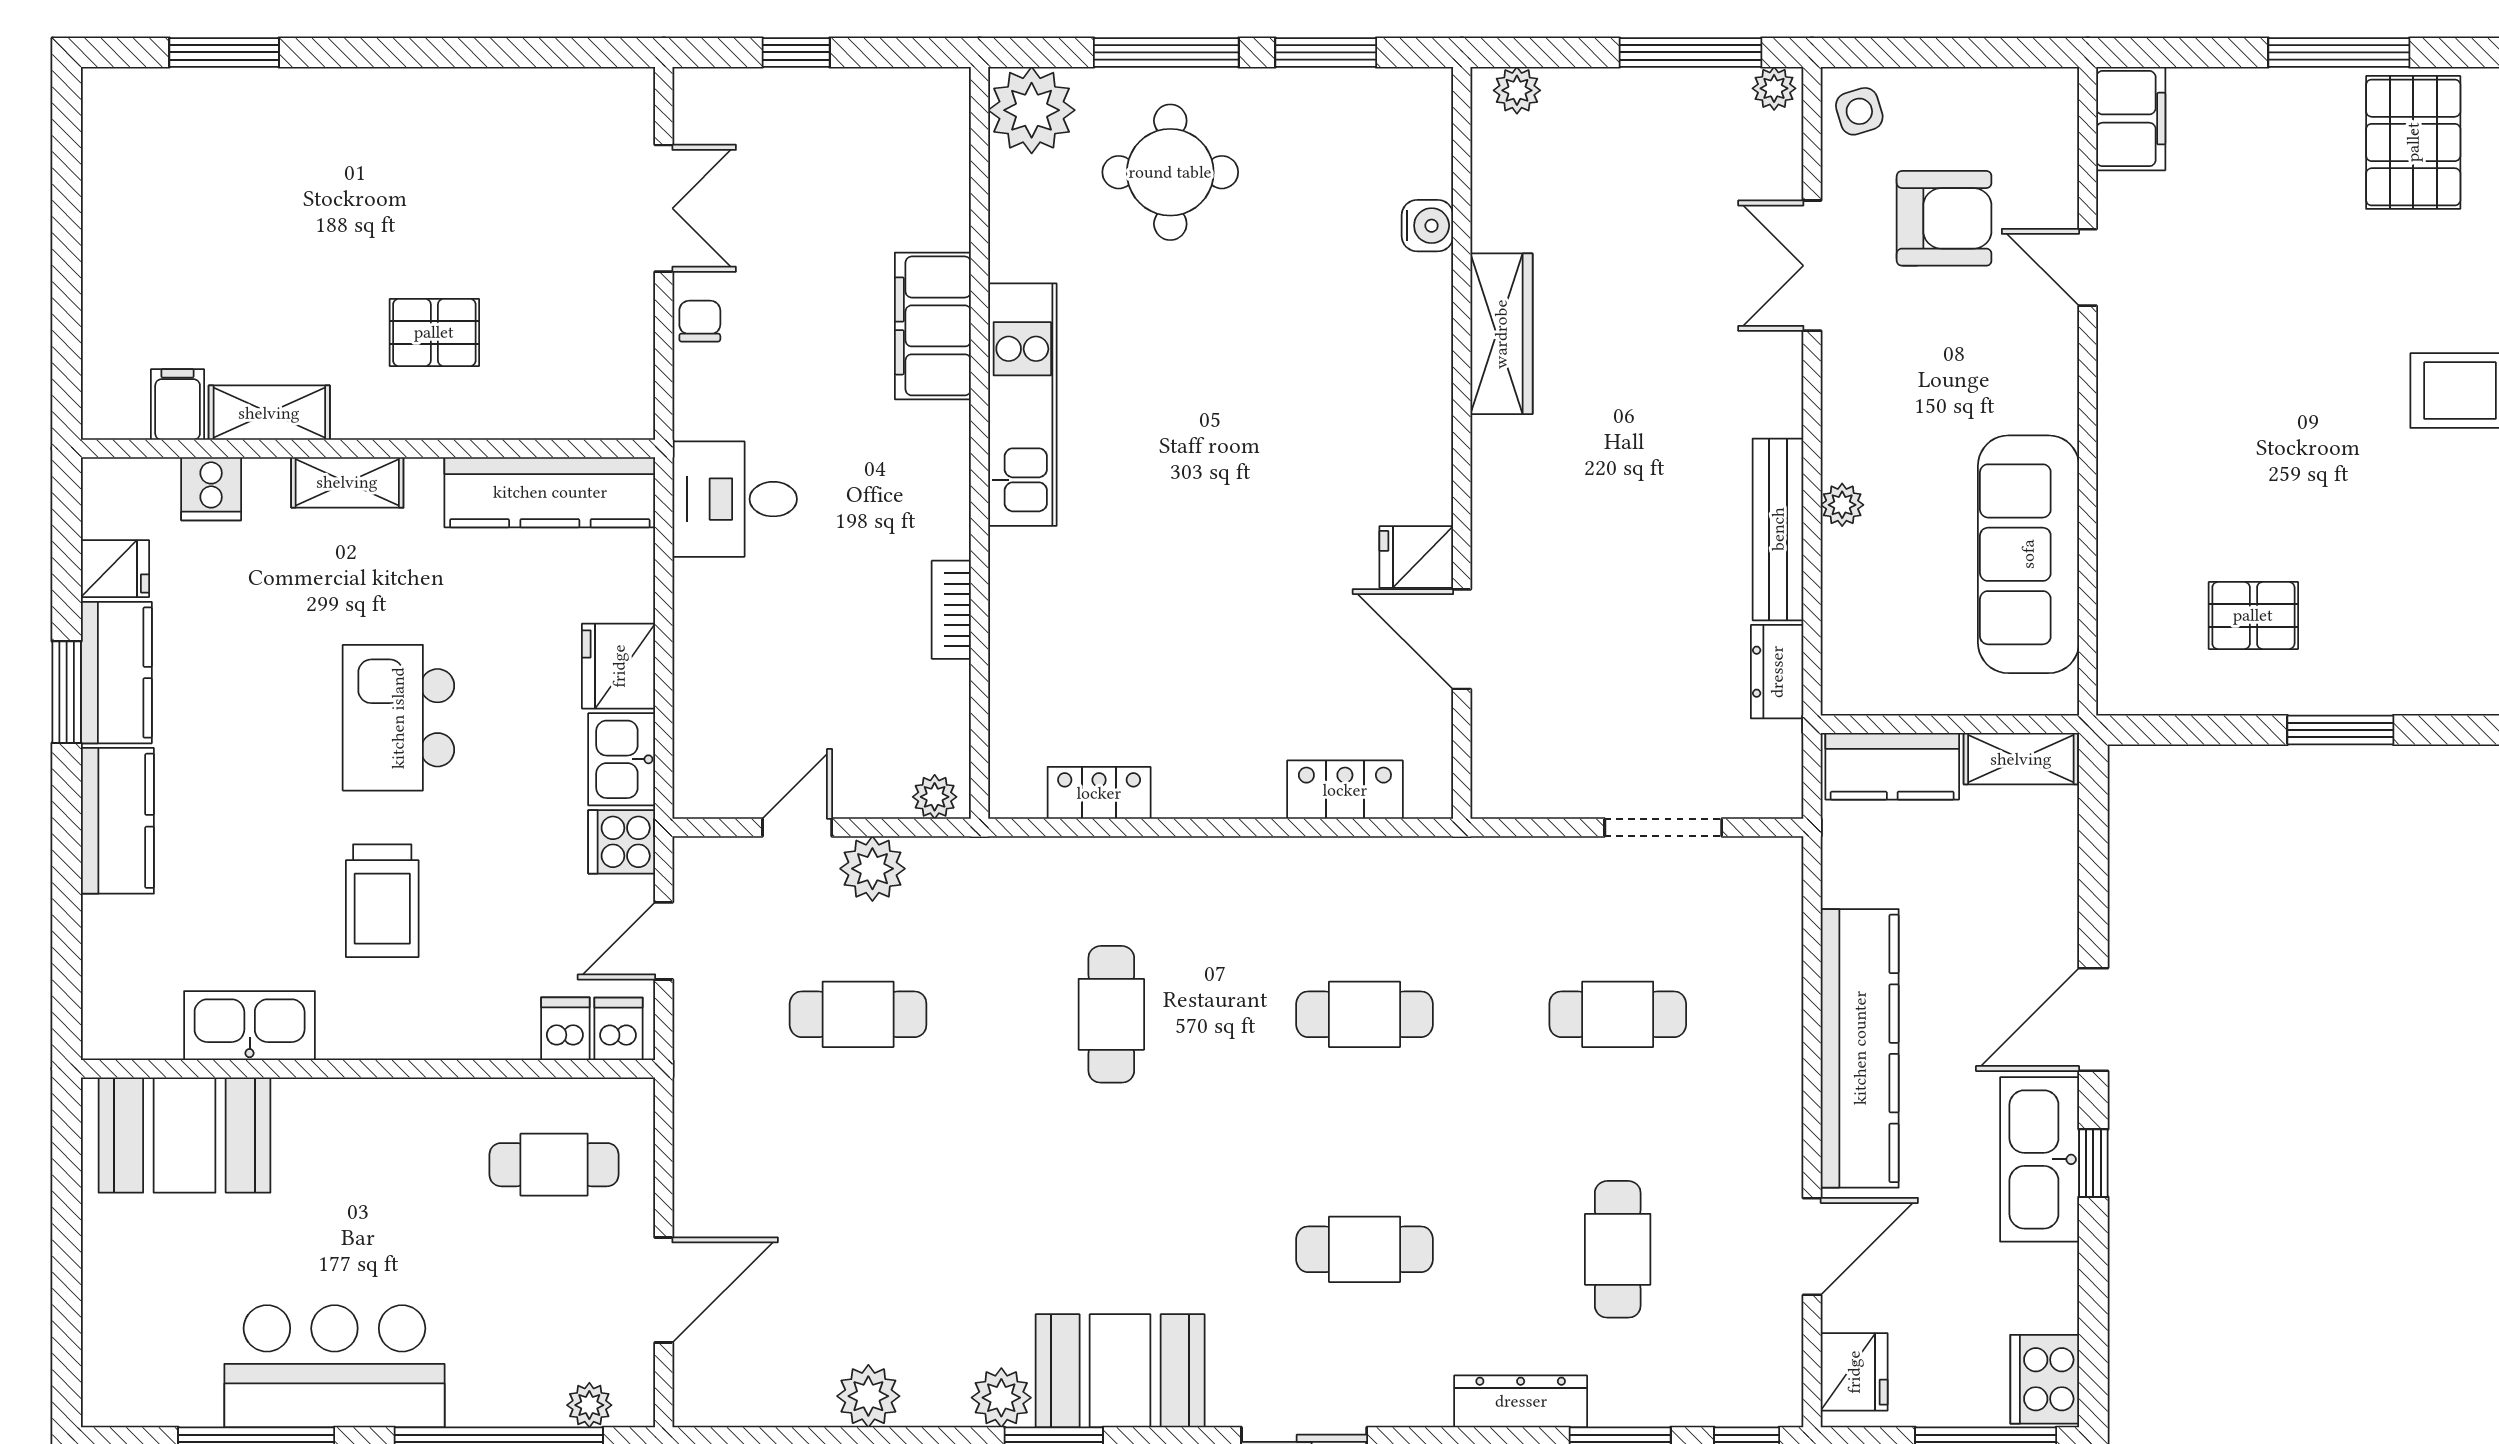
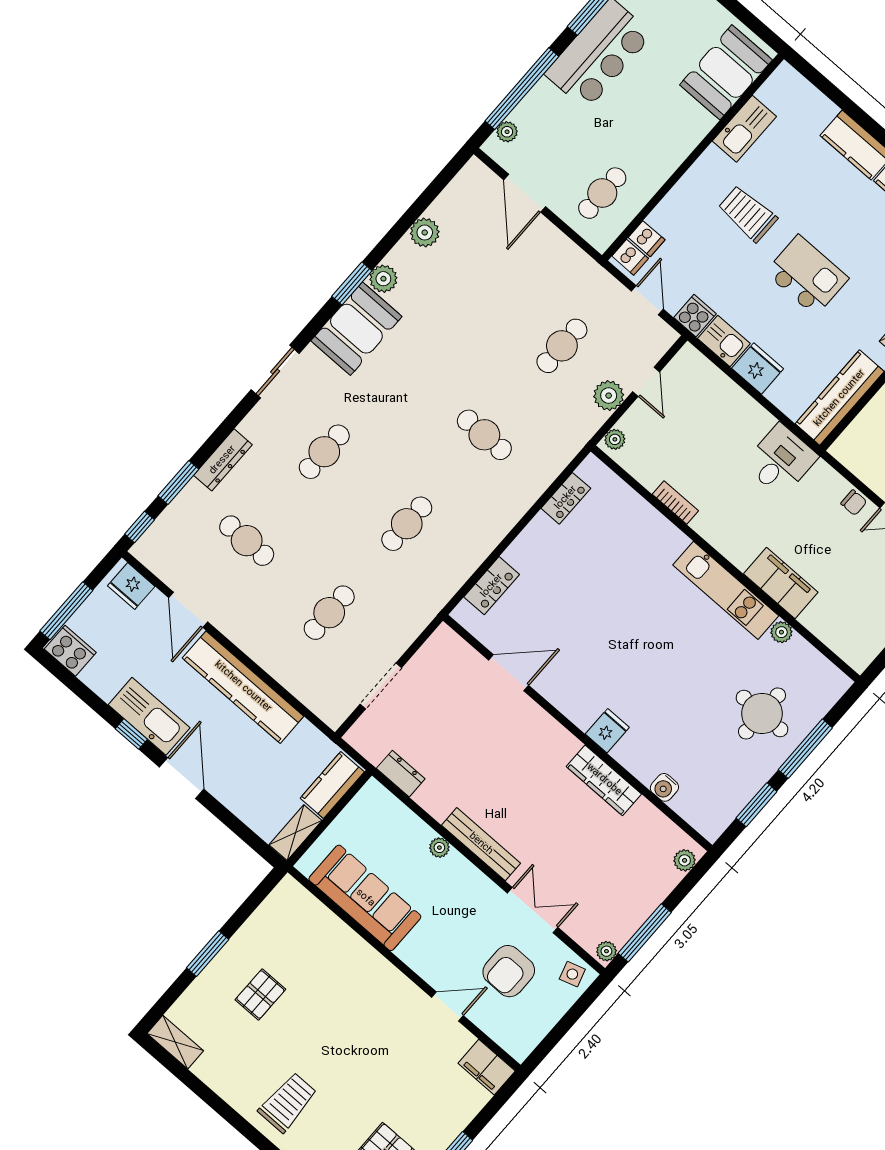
plant: (1032, 110) -> (781, 632), moved, width x0.53, depth x0.53
bench: (1778, 529) -> (481, 844), moved
fridge: (1416, 557) -> (607, 731), moved
pallet: (2253, 615) -> (260, 994), moved

